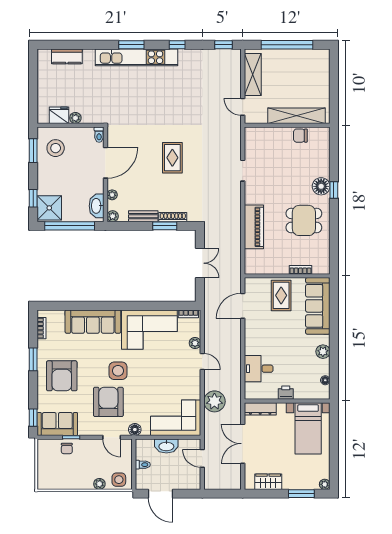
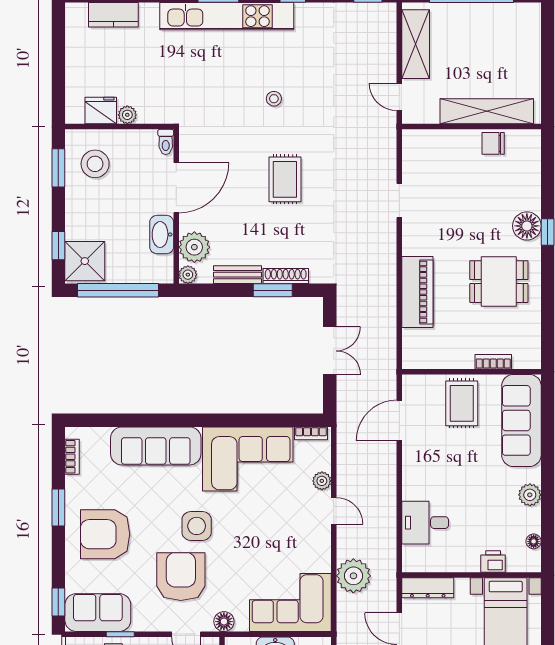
stool: (166, 108) -> (274, 99), added
plant: (112, 195) -> (194, 247), width x1.88, depth x1.88
washbasin: (97, 206) -> (162, 235), moved
armchair: (62, 376) -> (105, 534), turned 90
printer: (286, 393) -> (493, 562), moved

